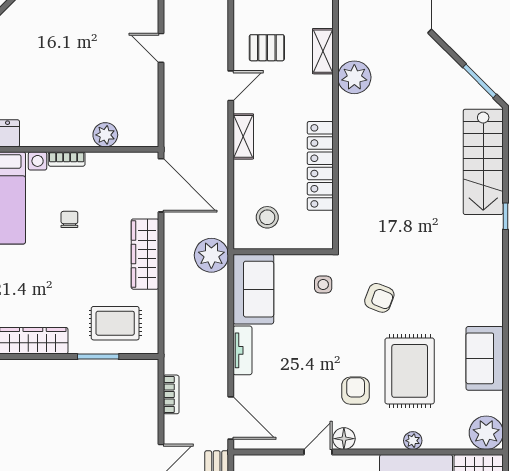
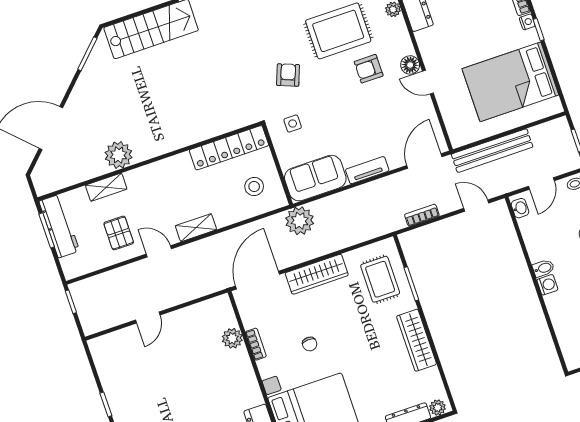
bookcase: (67, 159) -> (256, 344), moved
locker: (320, 166) -> (229, 148), moved
chair: (69, 219) -> (310, 344), turned -93

